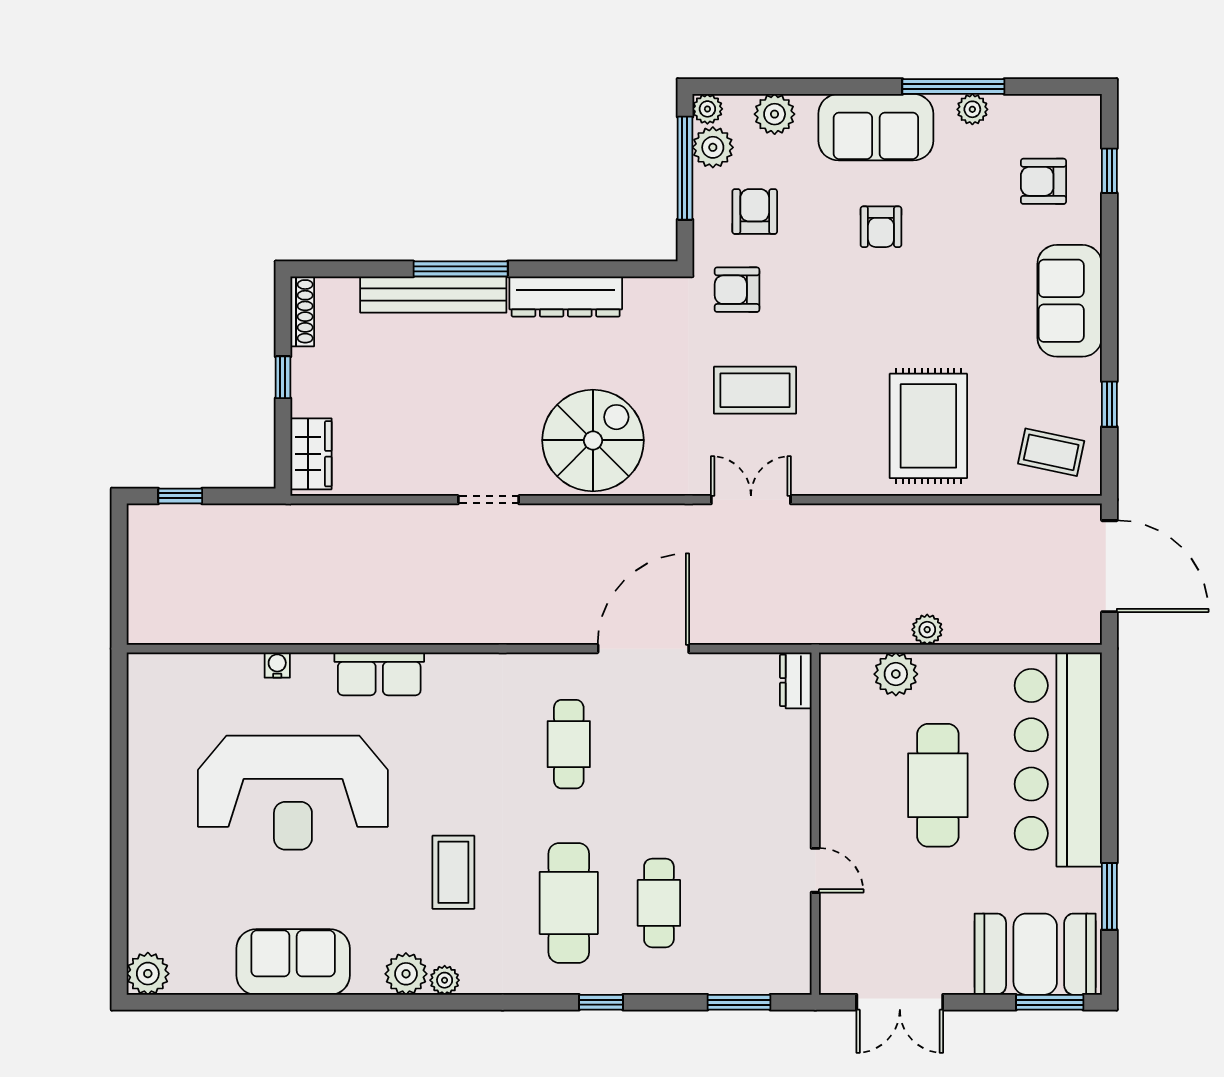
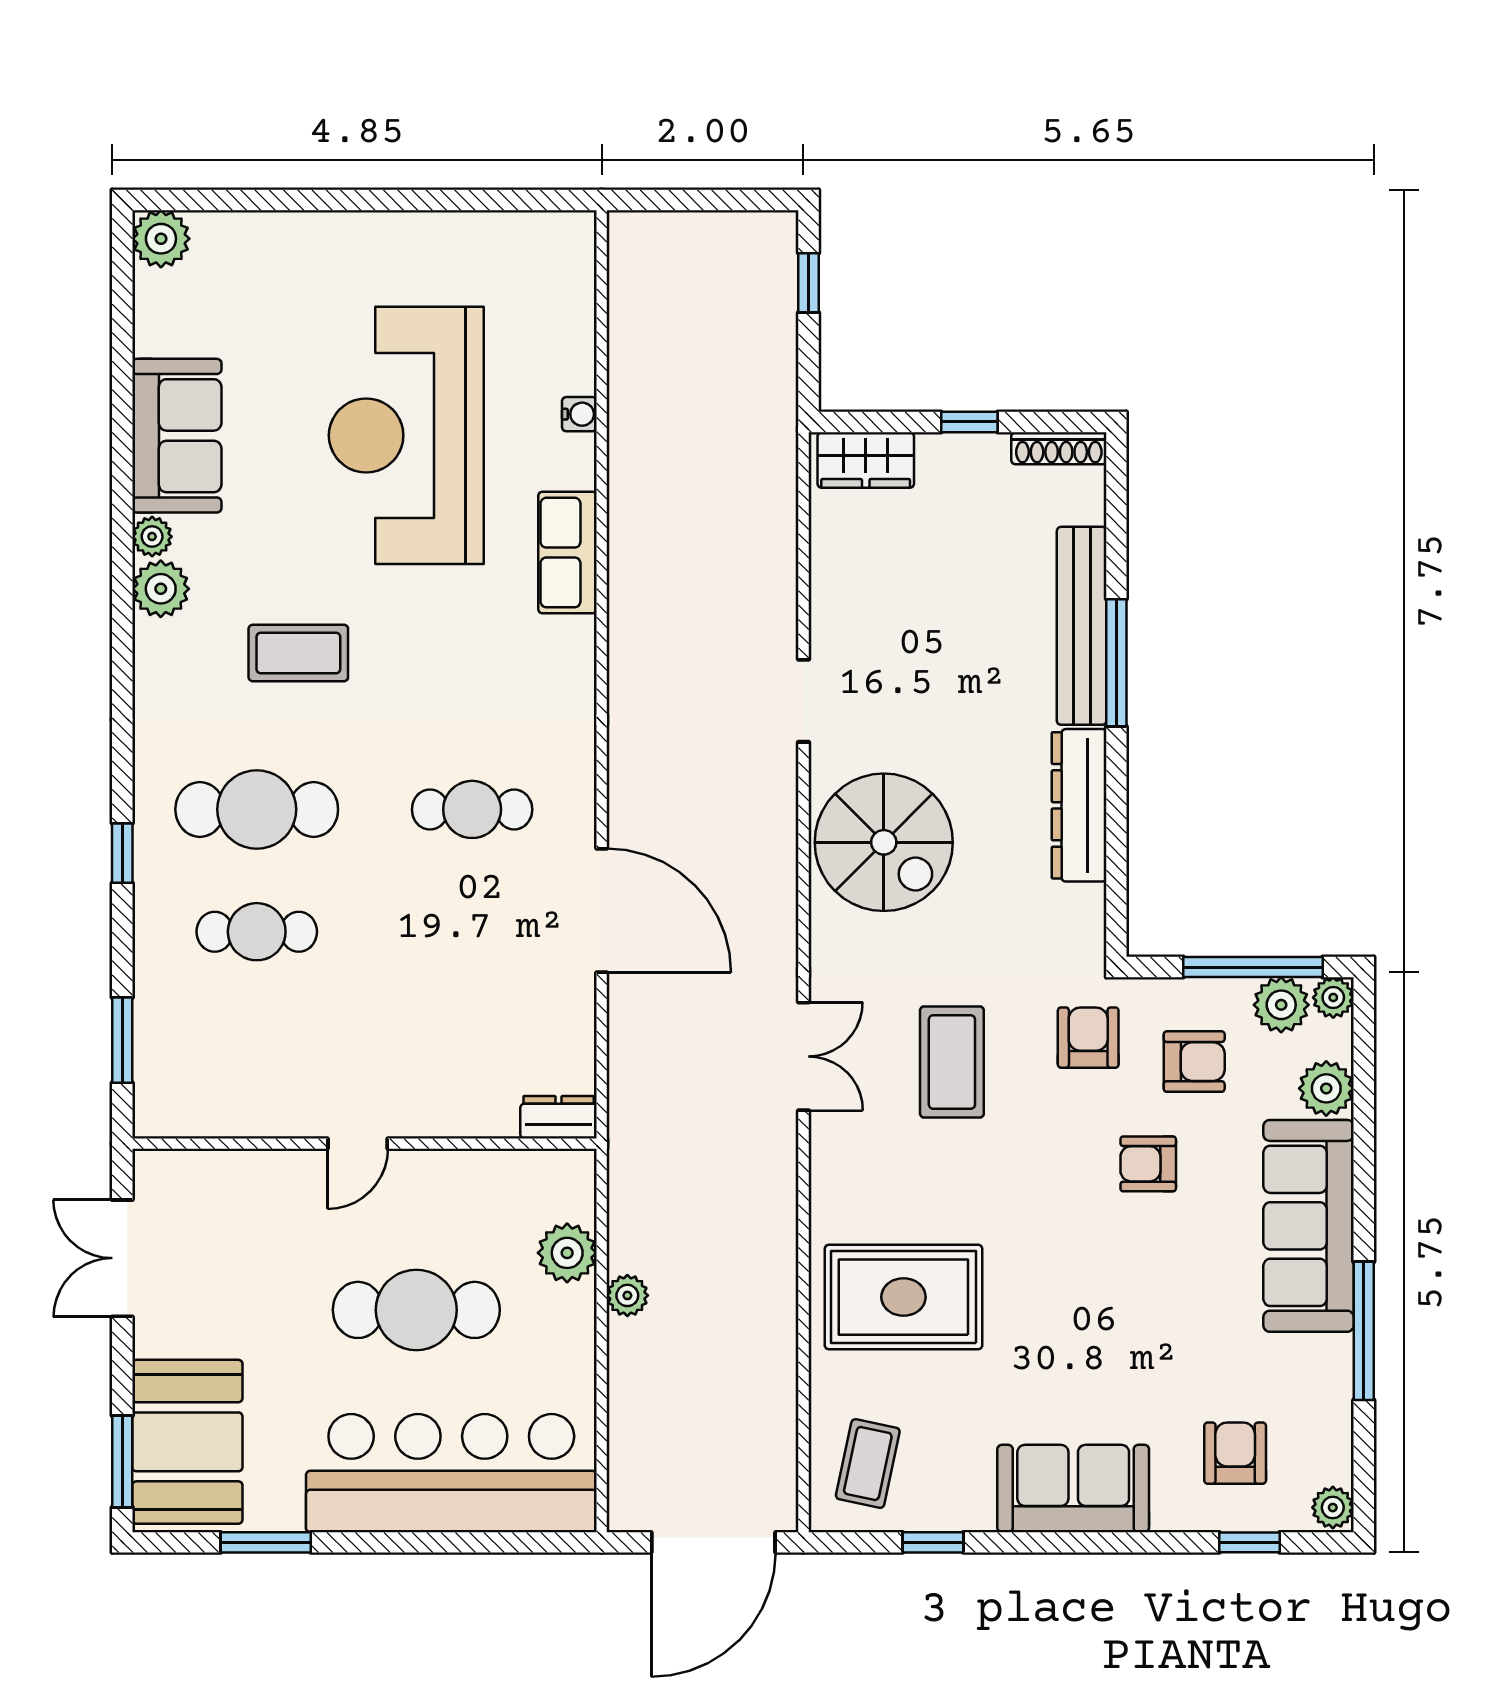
plant: (972, 109) -> (1333, 1508), moved
sofa: (876, 127) -> (1309, 1226), width x1.36
armchair: (881, 227) -> (1148, 1164), moved
door: (815, 870) -> (358, 1144), moved
plant: (445, 980) -> (152, 537), moved

